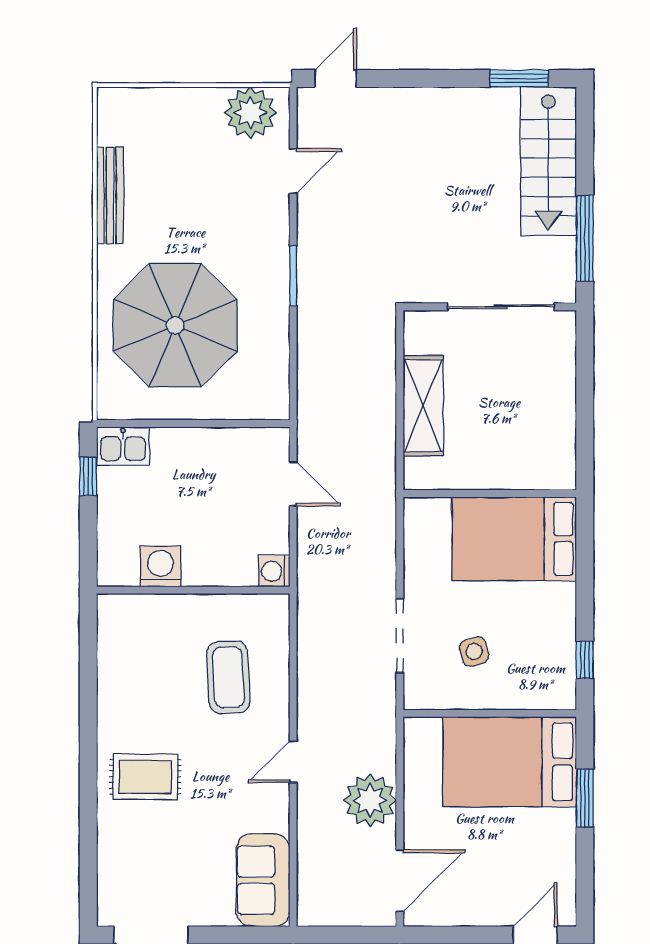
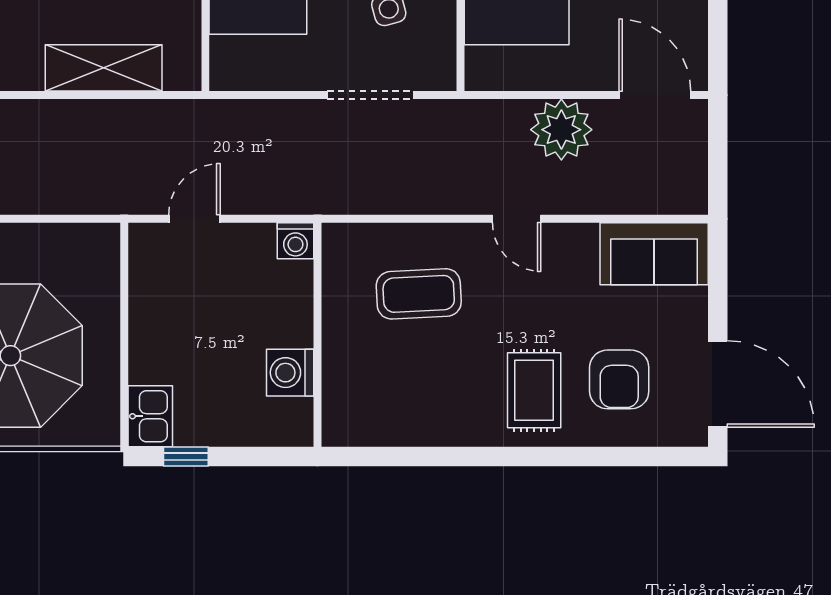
armchair: (155, 850) -> (619, 379), added

